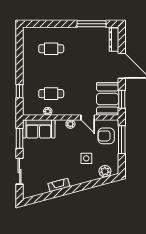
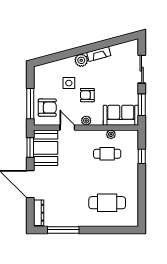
cafe table: (51, 49) -> (107, 203), width x1.37, depth x1.35
armchair: (69, 147) -> (87, 95), added
plant: (105, 171) -> (81, 60), moved

